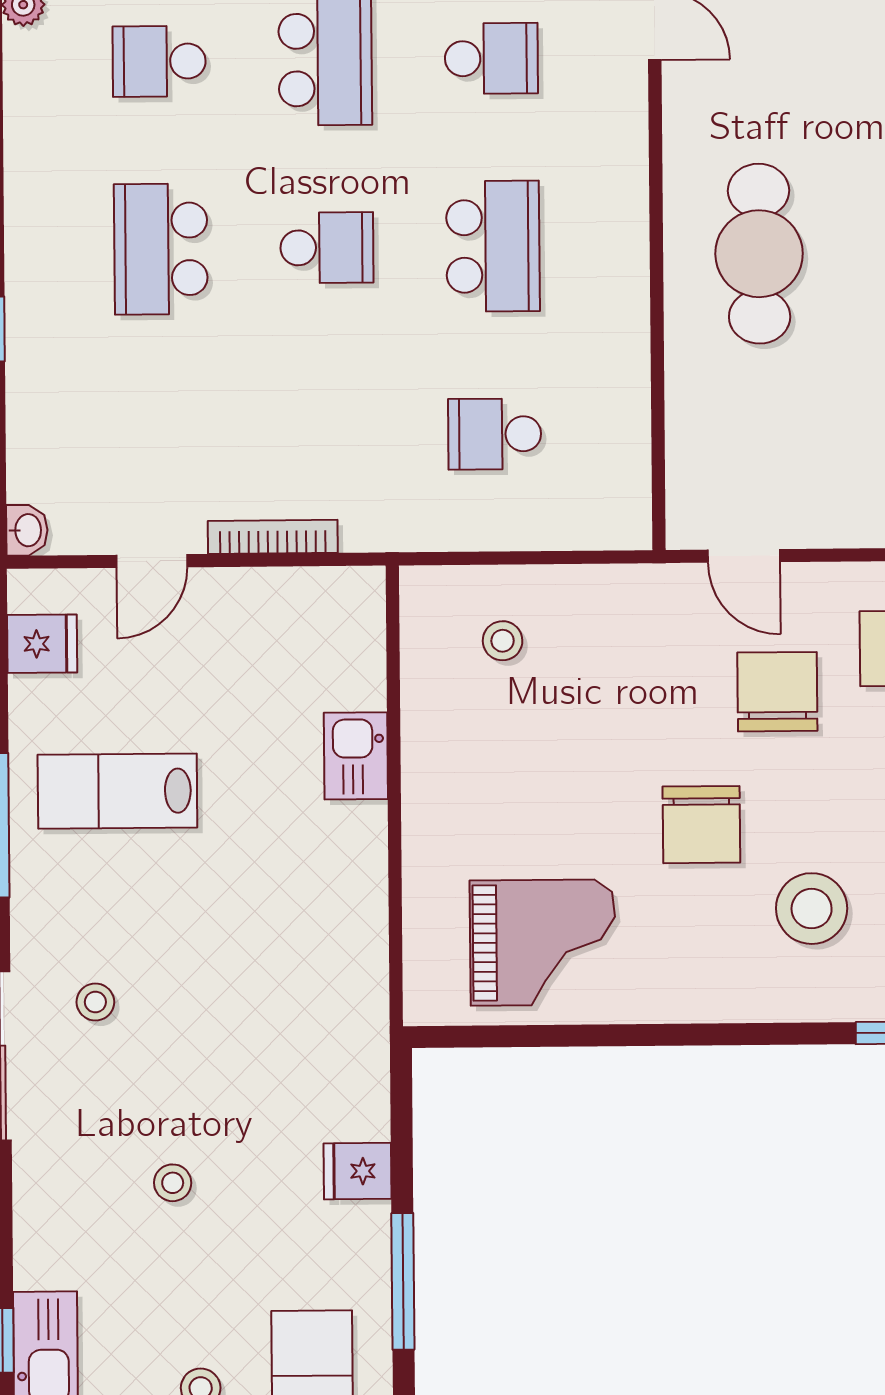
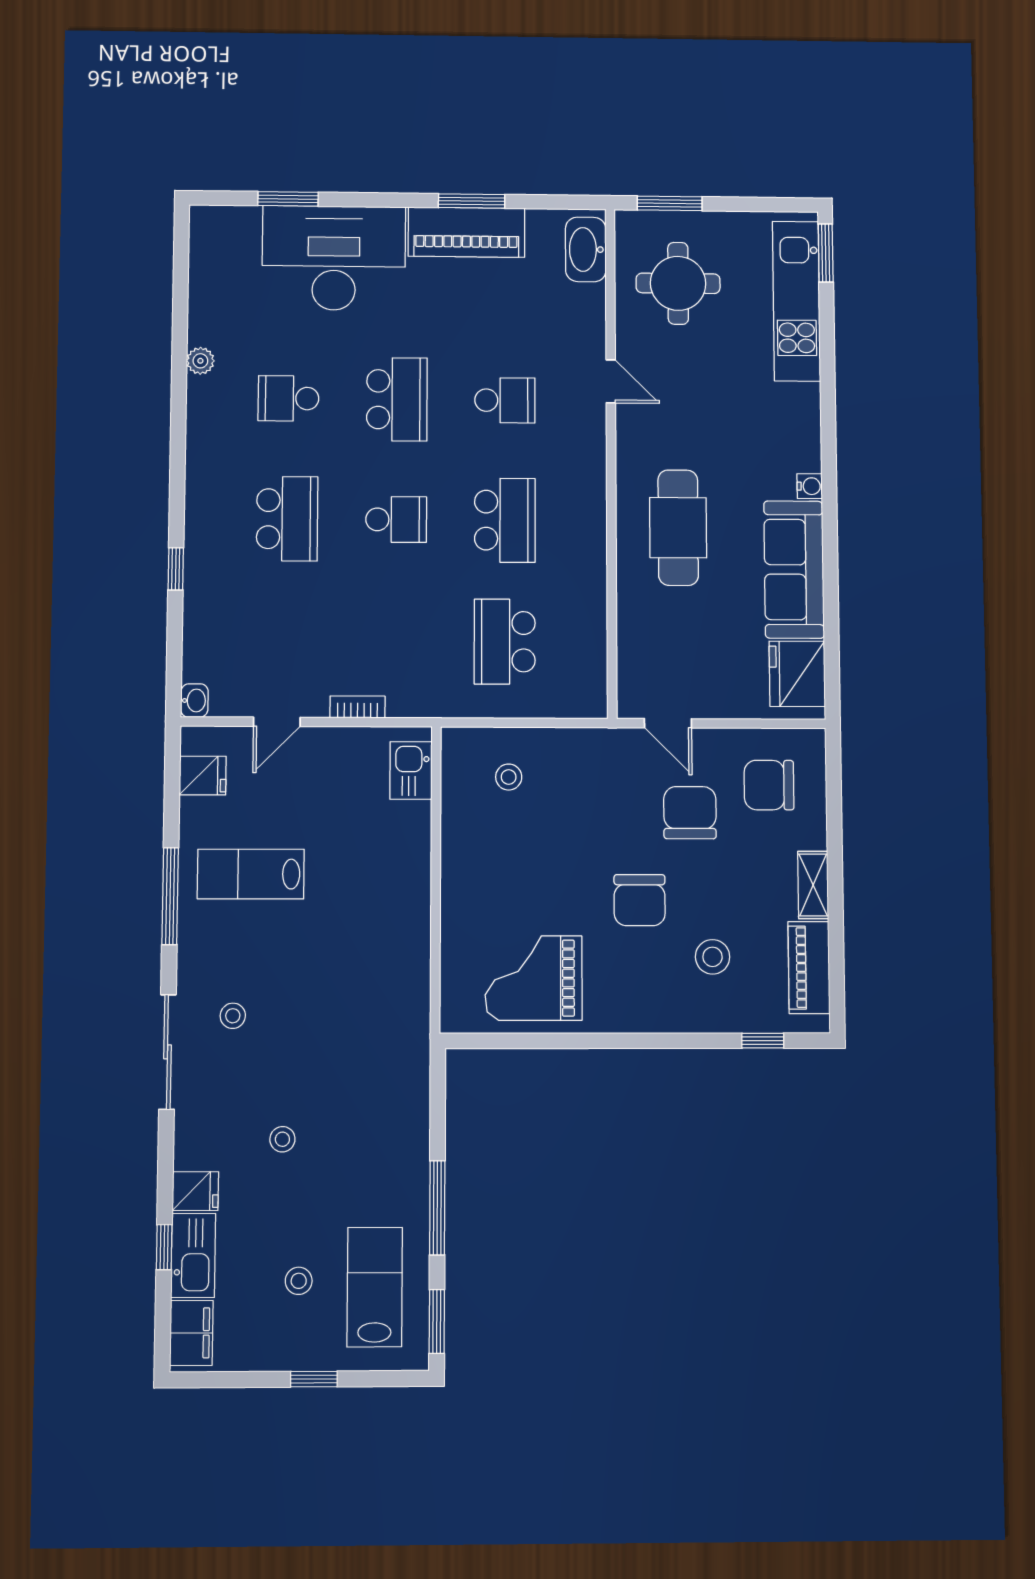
school desk: (161, 249) -> (287, 519), turned 180
school desk: (495, 434) -> (505, 642), width x1.85
bookcase: (273, 537) -> (357, 707), width x0.64
kitchen sink: (356, 756) -> (411, 770), moved
stool: (812, 909) -> (713, 957), width x0.73, depth x0.73
grand piano: (543, 943) -> (534, 978), turned 180
fridge: (358, 1171) -> (195, 1191), moved, turned 180

